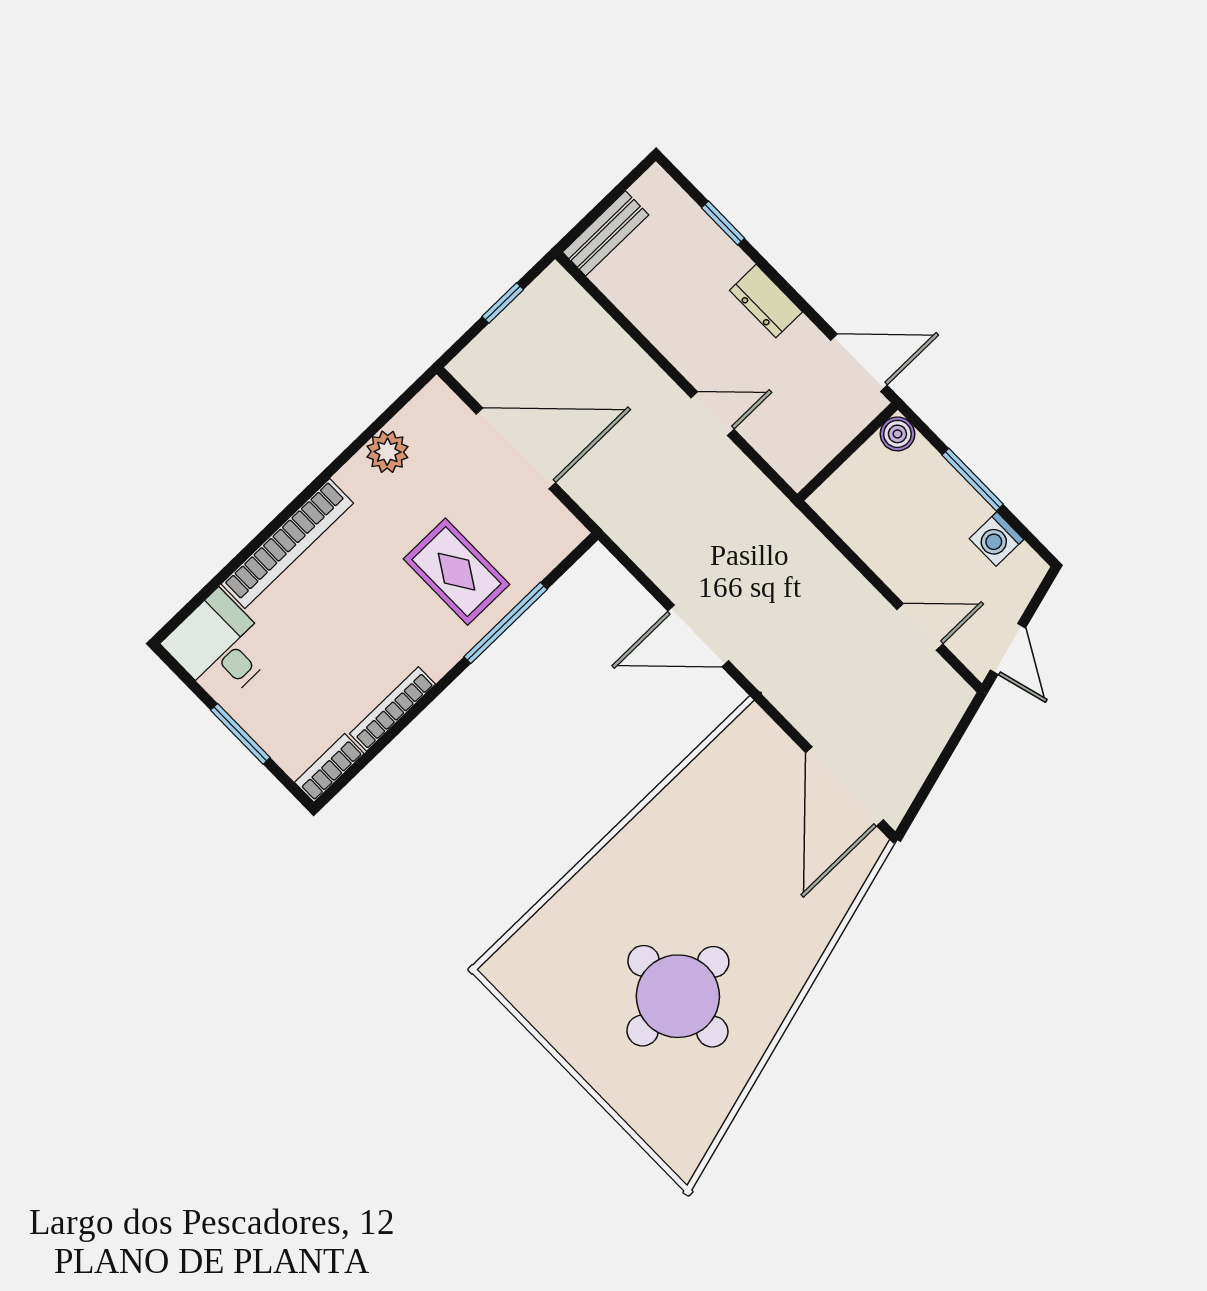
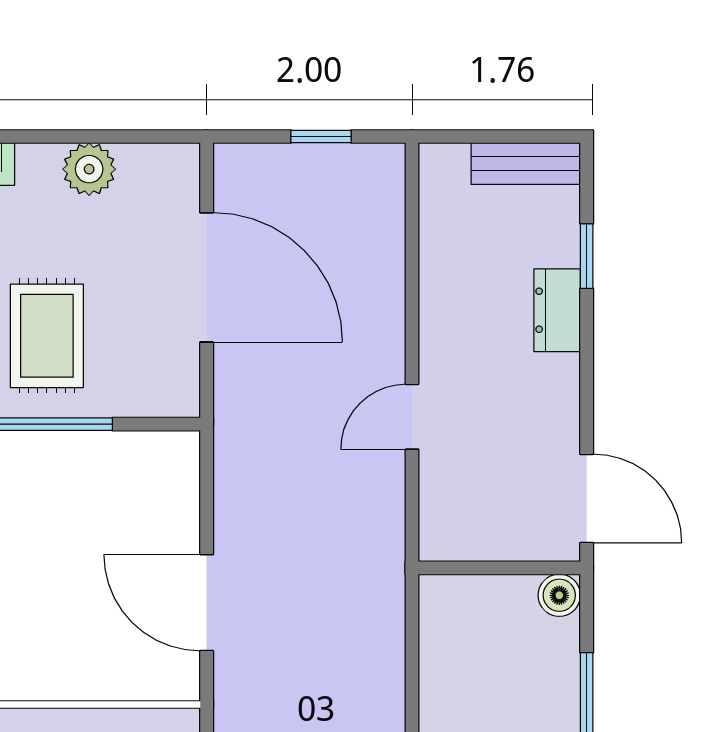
bench: (606, 233) -> (526, 164), moved
dresser: (766, 301) -> (557, 310), moved
door: (712, 414) -> (412, 417), swing flipped

